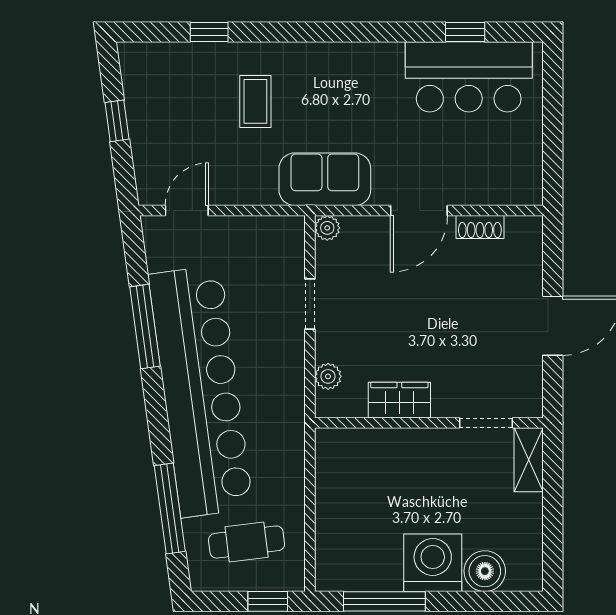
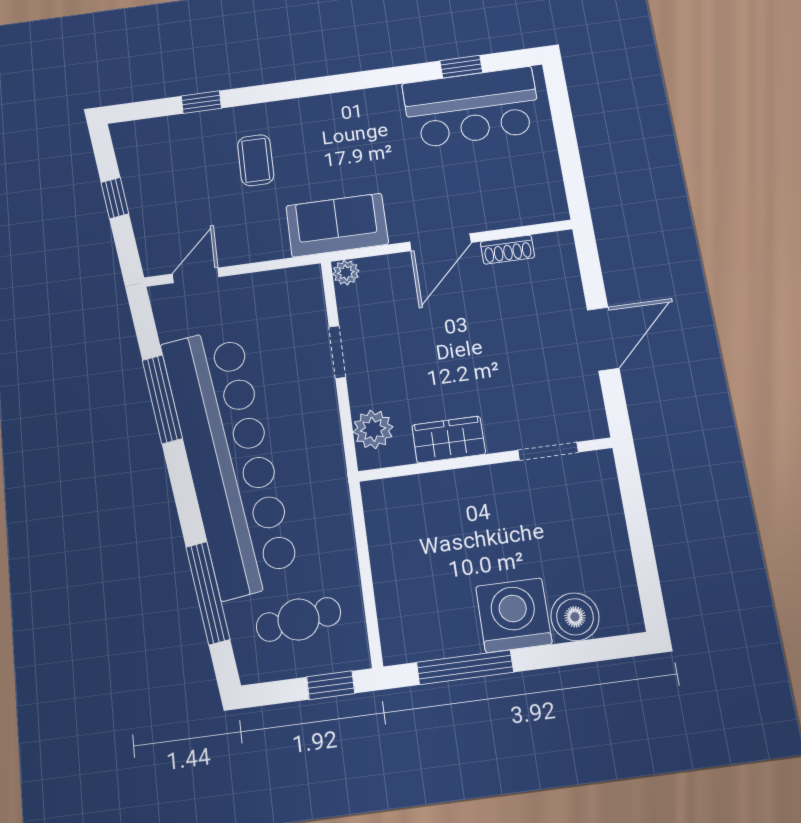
plant: (328, 376) -> (373, 429), width x1.38, depth x1.38
shelving: (529, 460) -> (603, 485), removed

